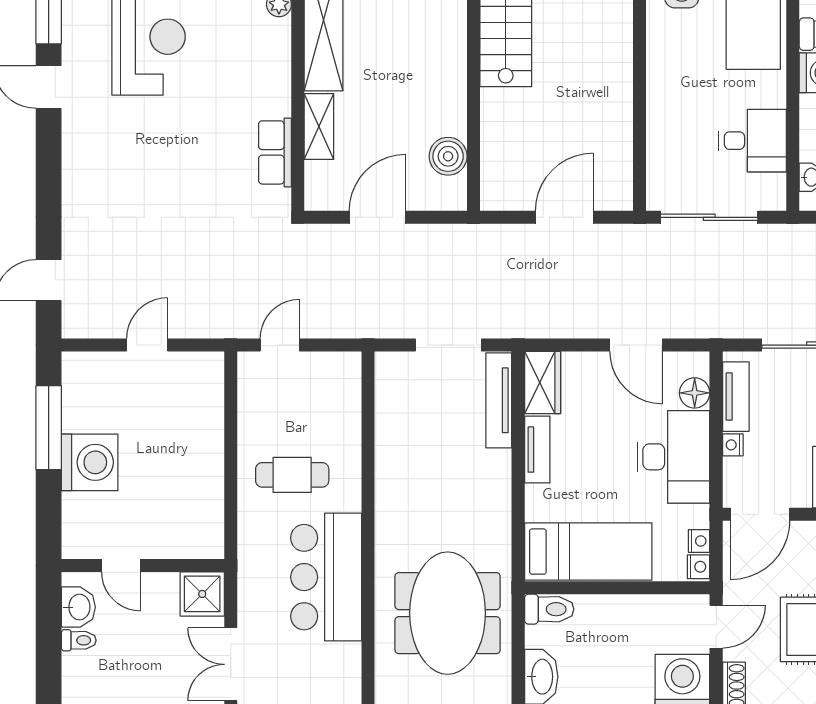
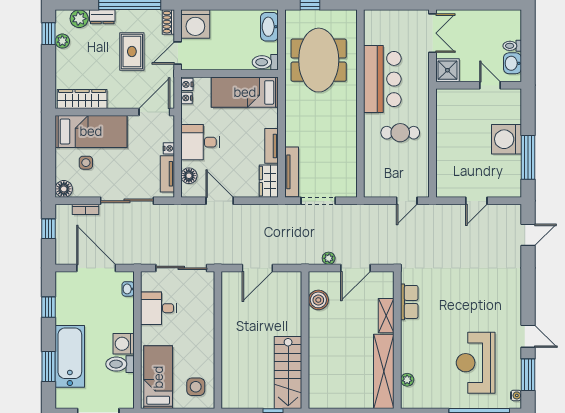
plant: (429, 236) -> (329, 258), added
desk: (673, 457) -> (200, 142), width x0.73

